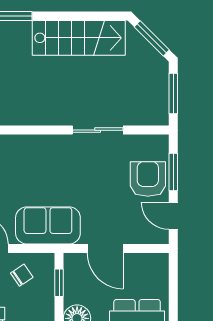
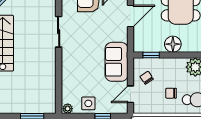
door: (105, 249) -> (130, 16), moved

